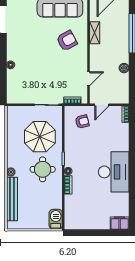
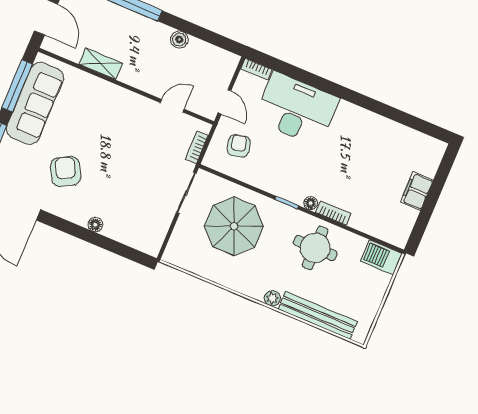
armchair: (67, 41) -> (66, 171), moved
door: (88, 79) -> (172, 106), hinge flipped
round table: (43, 169) -> (315, 248), moved
desk: (114, 172) -> (297, 109), moved
filing cabinet: (120, 223) -> (417, 191), moved

